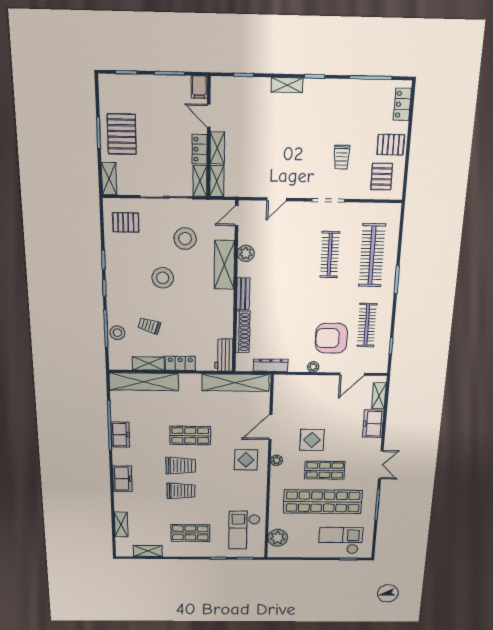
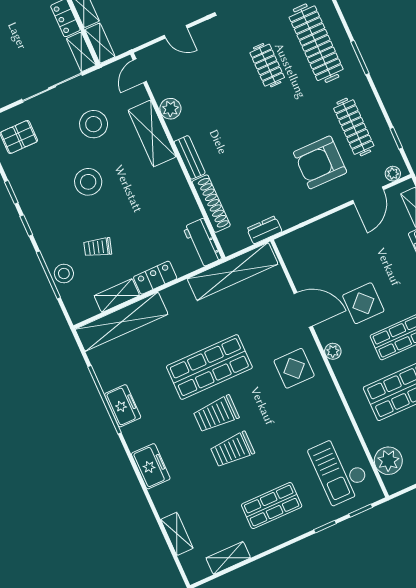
door: (277, 199) -> (176, 32), hinge flipped
clothes rail: (330, 255) -> (267, 65), width x0.73
dresser: (271, 365) -> (264, 230), width x0.70
plant: (313, 367) -> (393, 174), moved
door: (270, 427) -> (303, 310), swing flipped
shop shelf: (190, 435) -> (209, 367), width x1.43, depth x1.36
trolley: (181, 466) -> (216, 414), turned 180
trolley: (181, 491) -> (232, 450), turned 180

